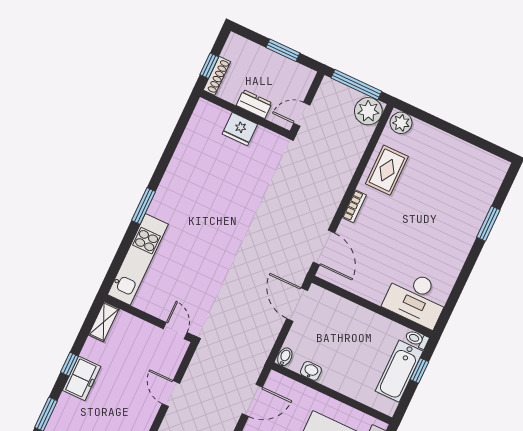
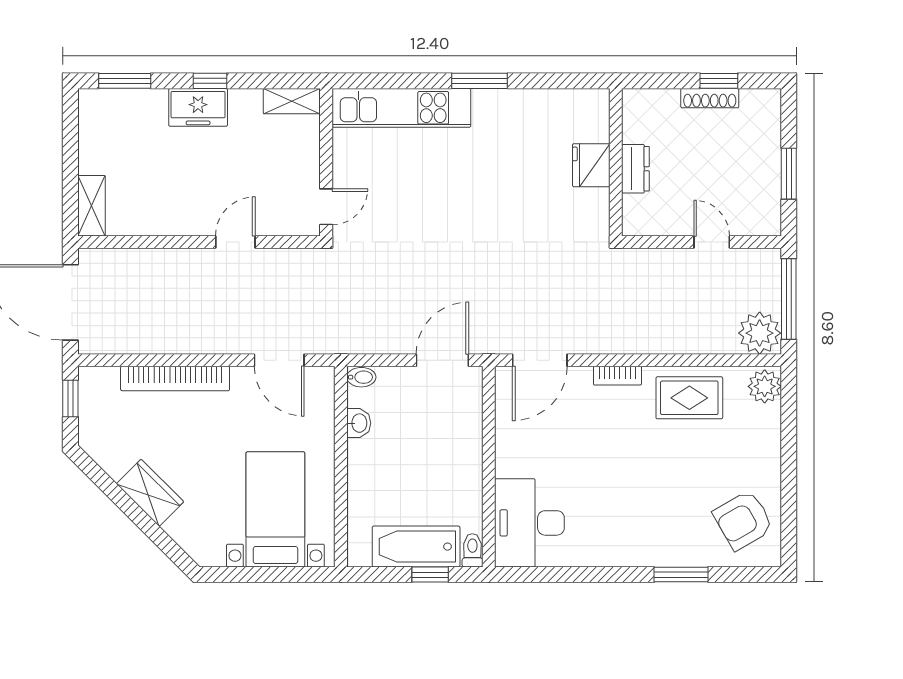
dresser: (254, 104) -> (635, 169), moved
wall: (245, 114) -> (616, 162), moved
fridge: (240, 129) -> (591, 165), moved
armchair: (474, 172) -> (743, 520), added

